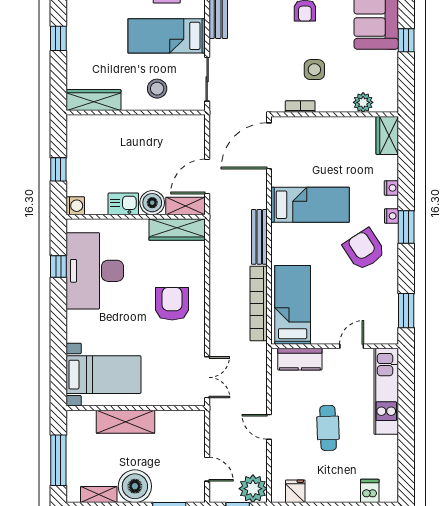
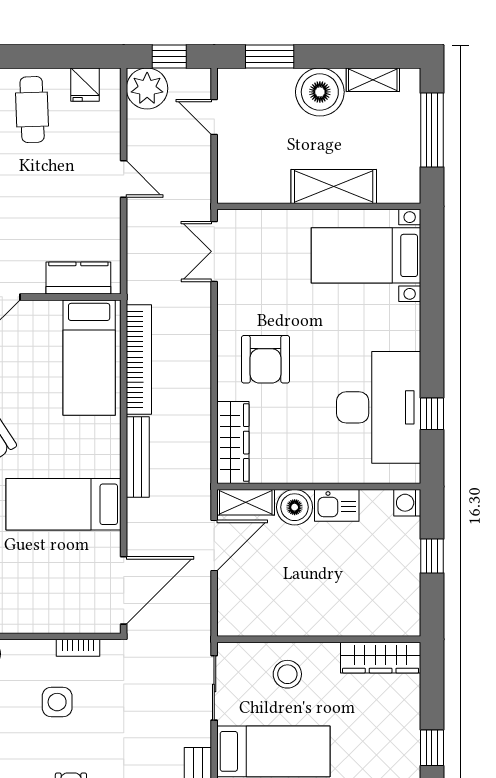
wardrobe: (177, 230) -> (233, 443), moved, turned 90
cafe table: (328, 428) -> (32, 110), moved

